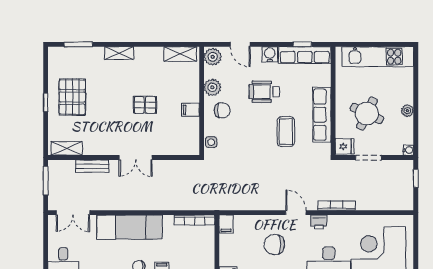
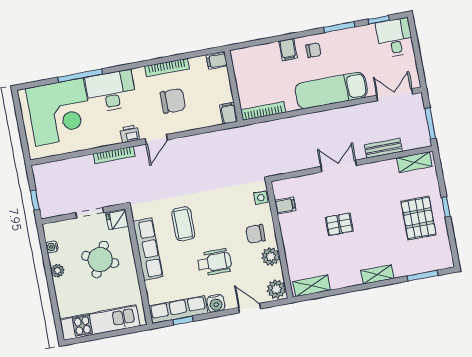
filing cabinet: (191, 110) -> (285, 206), moved
water cooler: (408, 150) -> (52, 247), moved
door: (296, 213) -> (156, 139), hinge flipped

